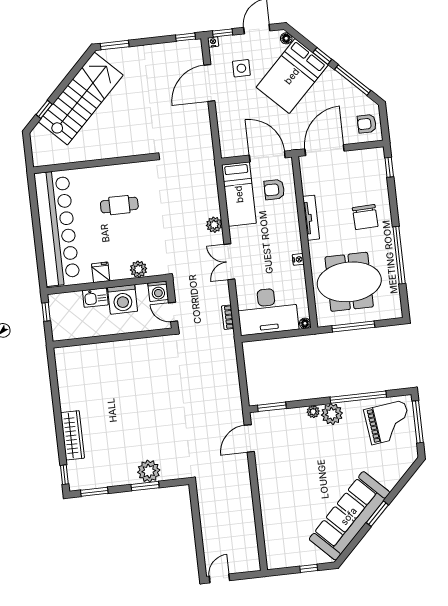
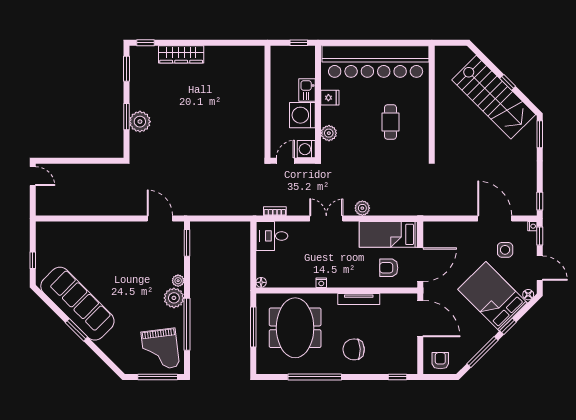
window: (44, 109) -> (508, 82), moved
armchair: (274, 190) -> (389, 268), turned -90
desk: (267, 311) -> (272, 236), width x0.53, depth x0.77

